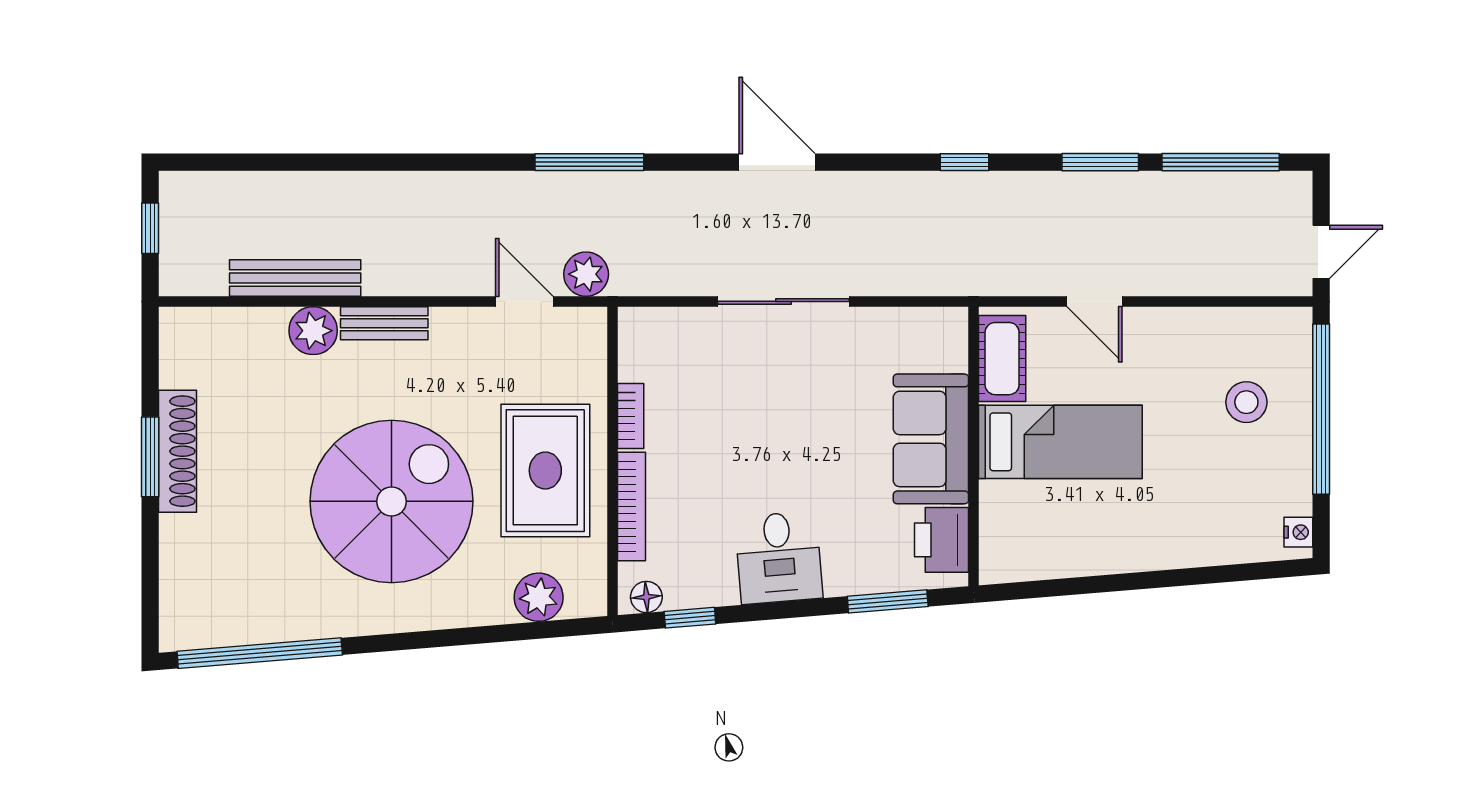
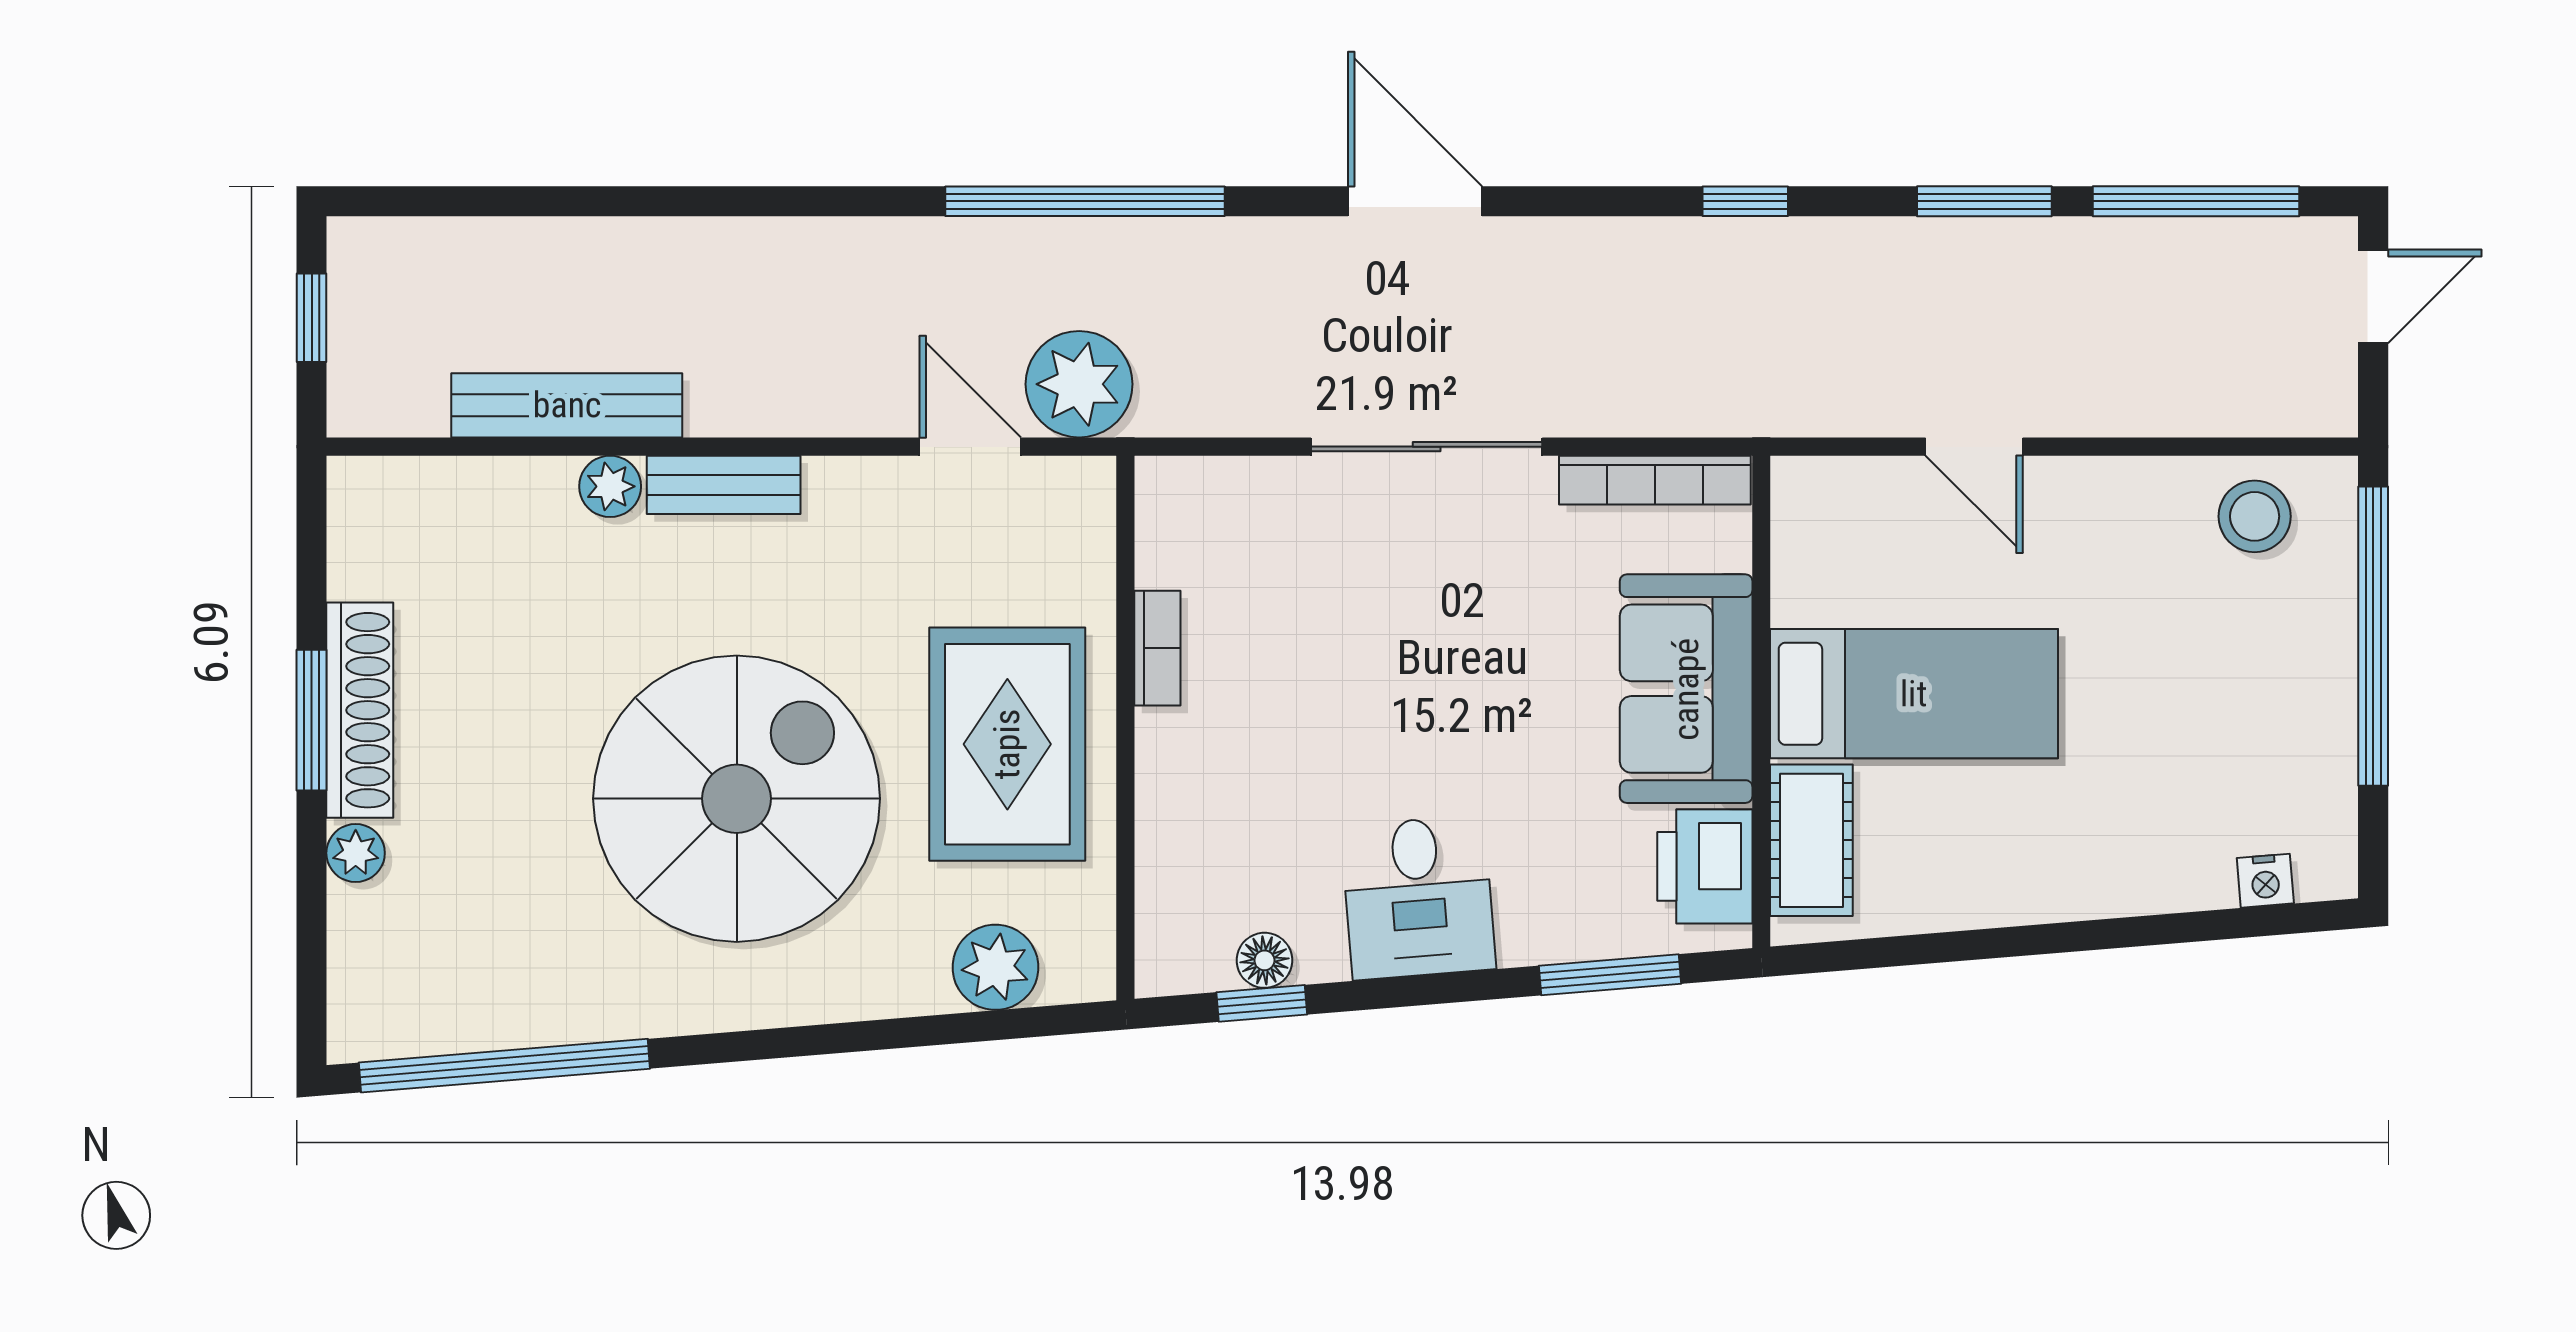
window: (589, 162) -> (1085, 201), width x1.46
door: (1321, 252) -> (2373, 296), moved
plant: (586, 274) -> (1079, 384), width x1.36, depth x1.36
plant: (313, 331) -> (610, 486), width x0.73, depth x0.73
cot: (1002, 359) -> (1811, 840), moved
stool: (1246, 402) -> (2255, 516), moved
bookcase: (631, 506) -> (1655, 480), moved, turned 90
plant: (175, 532) -> (356, 853), added
nightstand: (1298, 532) -> (2265, 881), moved, turned 85
floor lamp: (646, 597) -> (1264, 960), moved

